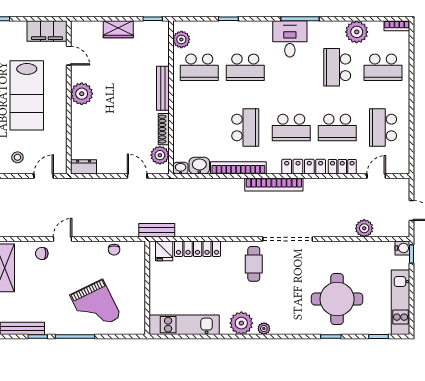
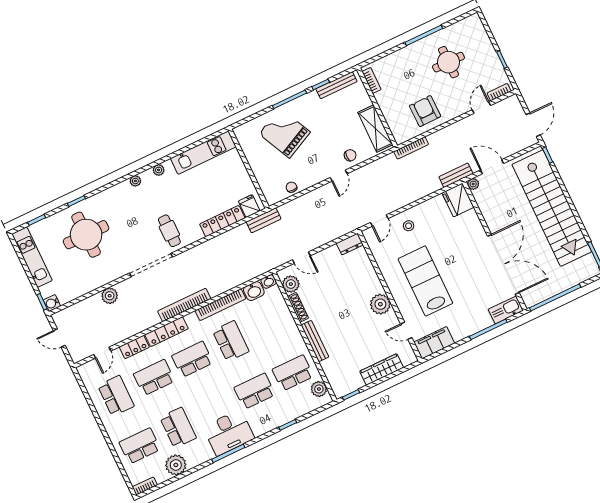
wardrobe: (118, 29) -> (382, 369), width x1.50
desk: (290, 39) -> (229, 433), width x1.37
school desk: (245, 128) -> (231, 341), turned 180
plant: (364, 228) -> (110, 296), moved
plant: (241, 323) -> (159, 170), width x0.53, depth x0.53

